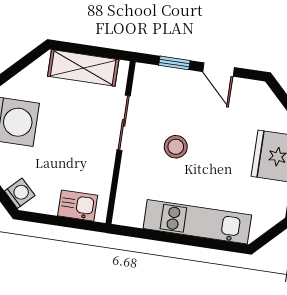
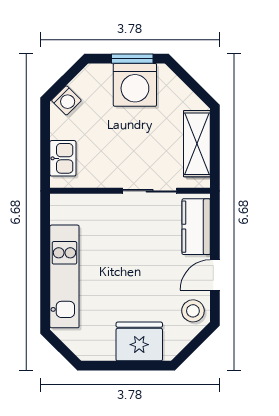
window: (174, 63) -> (215, 231), removed
kitchen counter: (167, 81) -> (196, 227), added
stool: (176, 147) -> (193, 311), moved

